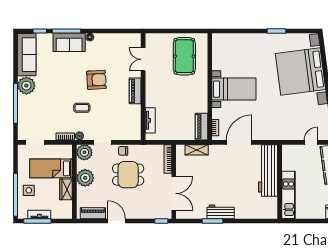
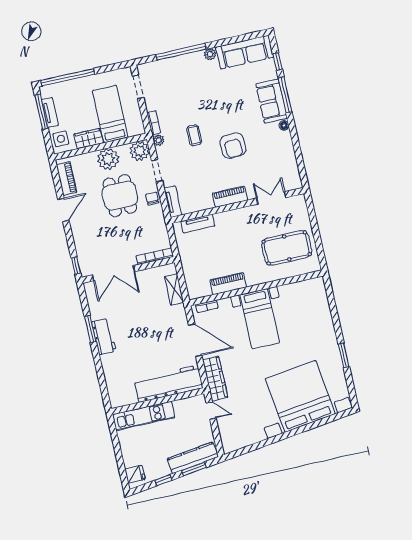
plant: (26, 86) -> (210, 54), width x0.53, depth x0.53
piano: (202, 127) -> (228, 284), moved
wardrobe: (272, 134) -> (215, 379), added
tv unit: (129, 136) -> (173, 202), added
door: (311, 142) -> (211, 411), moved
dining table: (128, 175) -> (120, 196), moved
side table: (29, 190) -> (61, 139), moved

